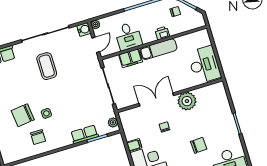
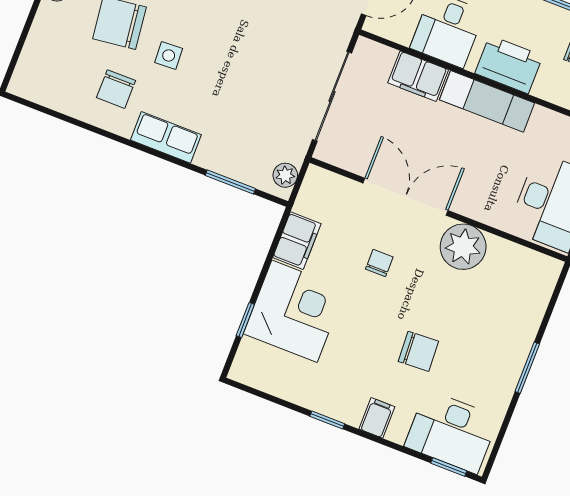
printer: (162, 33) -> (509, 64), width x1.87, depth x1.48
row of seats: (84, 134) -> (166, 137), moved
filing cabinet: (134, 145) -> (297, 241), width x2.00

